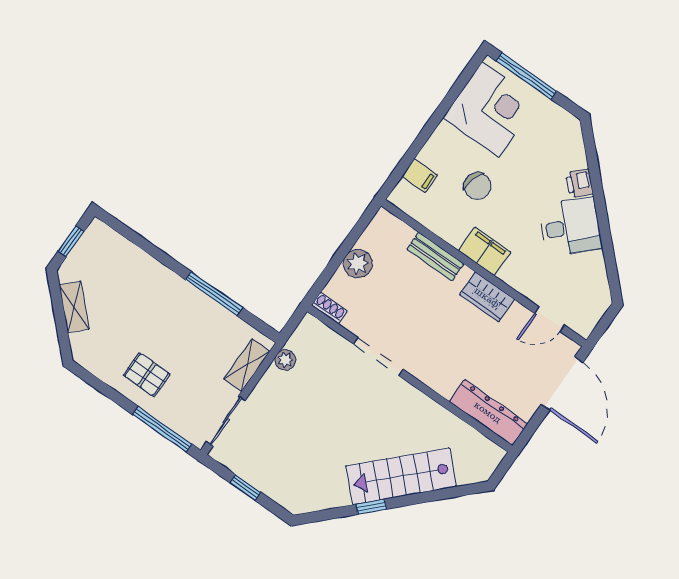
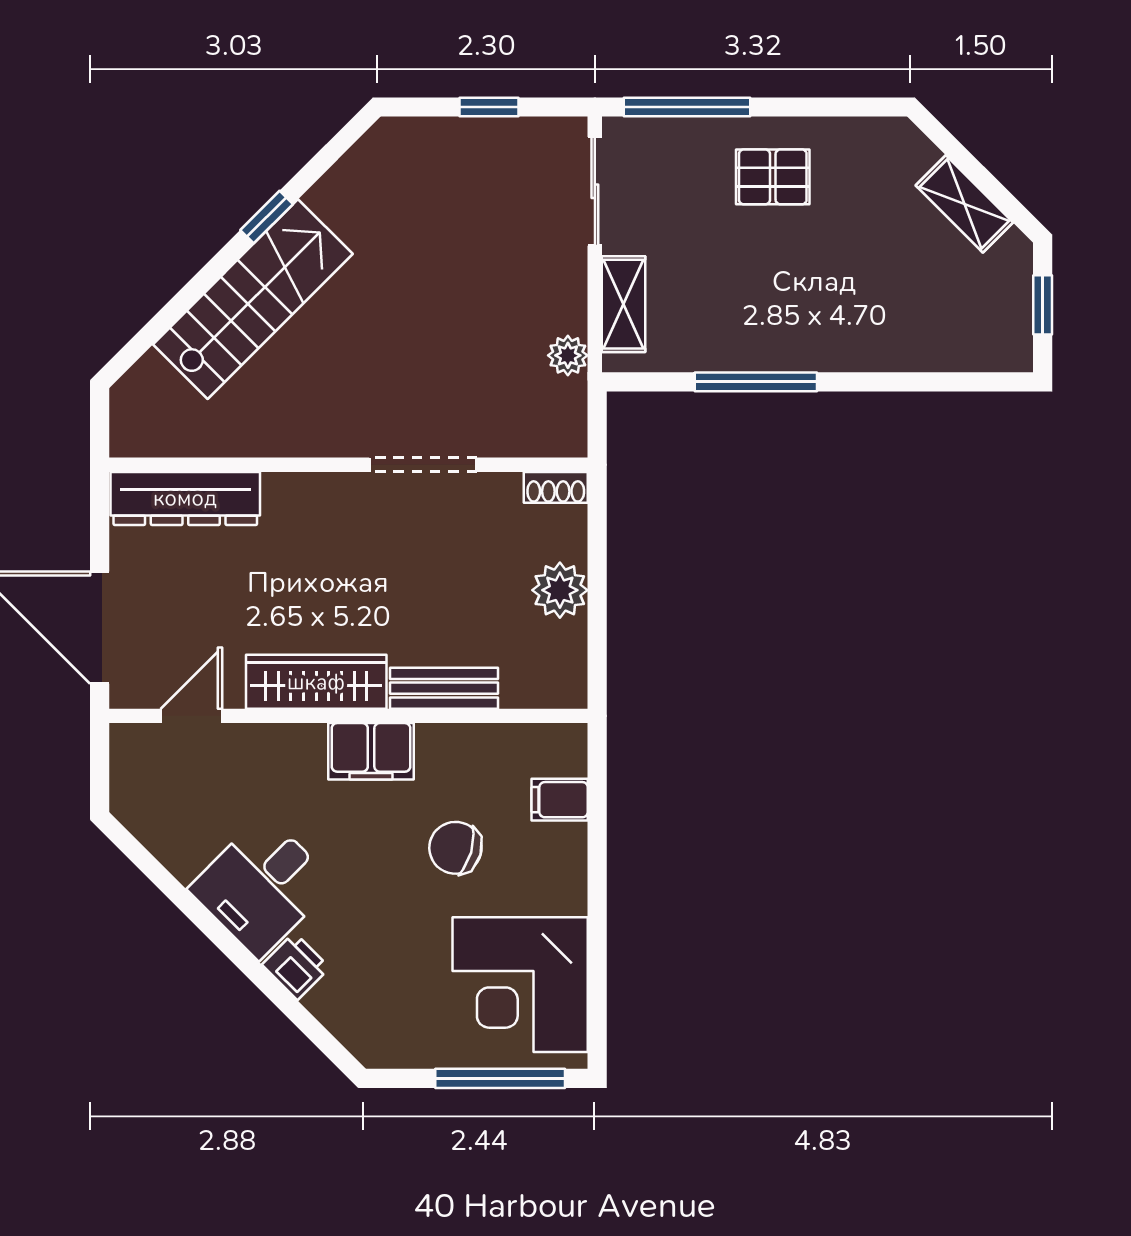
wardrobe: (487, 297) -> (316, 682), width x1.50

